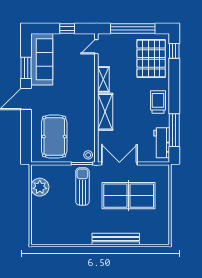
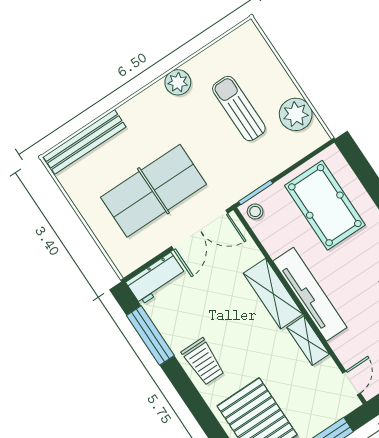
tv unit: (88, 100) -> (310, 294), added
workbench: (162, 143) -> (156, 279), moved, turned 90
sun lounger: (82, 186) -> (239, 109), moved, turned 180
plant: (84, 238) -> (178, 82), added
bench: (116, 239) -> (85, 142), moved

